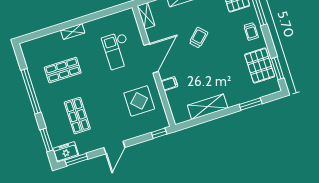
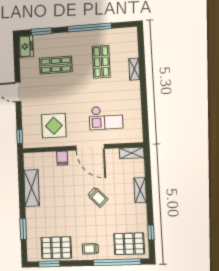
shelving: (73, 32) -> (134, 69), moved
checkout: (118, 51) -> (106, 118), turned 180
window: (76, 160) -> (16, 54), removed

